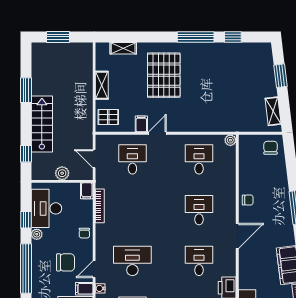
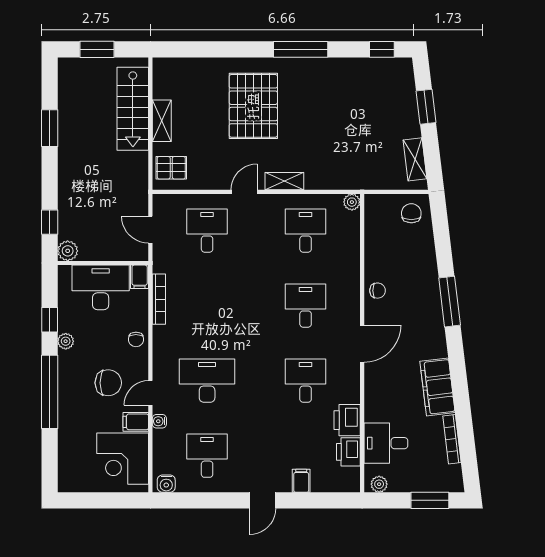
window: (233, 37) -> (382, 49), moved
shelving: (123, 48) -> (284, 181), moved
stairs: (42, 124) -> (133, 109), moved, turned 180
filing cabinet: (141, 124) -> (220, 178), removed
plant: (62, 173) -> (68, 251), moved
desk: (46, 208) -> (101, 287), moved, turned 90

